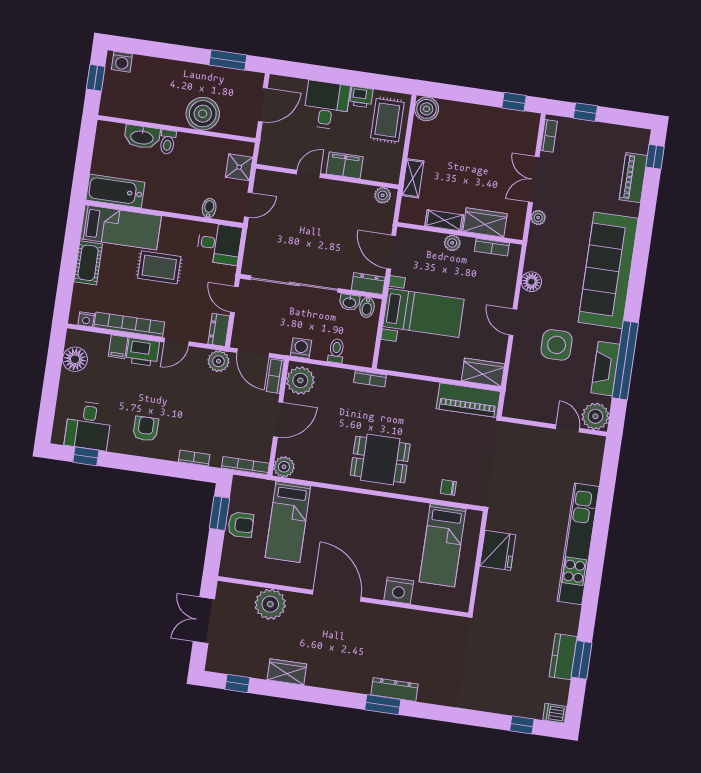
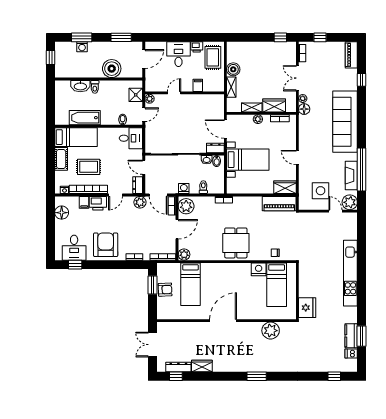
window: (157, 50) -> (82, 37), added
washing machine: (122, 62) -> (82, 47), moved
boiler: (427, 109) -> (233, 69), moved
window: (655, 157) -> (362, 80), moved
filing cabinet: (345, 165) -> (198, 85), width x0.50
piano: (633, 178) -> (351, 55), moved
bathtub: (115, 191) -> (85, 118), moved
plant: (383, 195) -> (150, 99), moved
rug: (159, 267) -> (89, 167), moved
floor lamp: (531, 282) -> (304, 109), moved
side table: (557, 345) -> (321, 191), moved
armchair: (146, 429) -> (106, 245), width x1.88, depth x1.88
dining table: (380, 460) -> (236, 243), turned 90
fridge: (498, 550) -> (307, 308), moved
nightstand: (399, 590) -> (259, 269), moved, turned 180
door: (337, 596) -> (223, 321), hinge flipped
plant: (270, 604) -> (271, 331), moved
dresser: (395, 689) -> (178, 367), moved
dishwasher: (555, 713) -> (351, 353), moved

